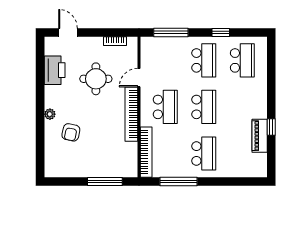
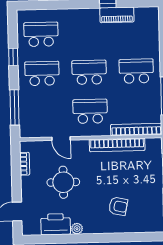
plant: (50, 114) -> (77, 229), moved
bookcase: (131, 114) -> (117, 145), moved

